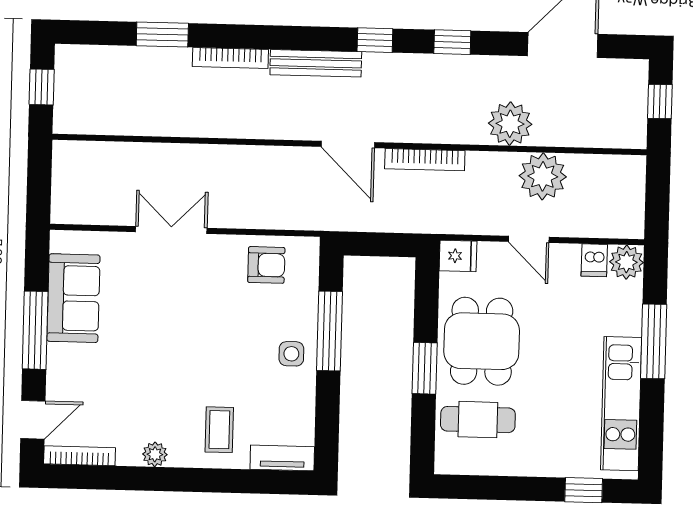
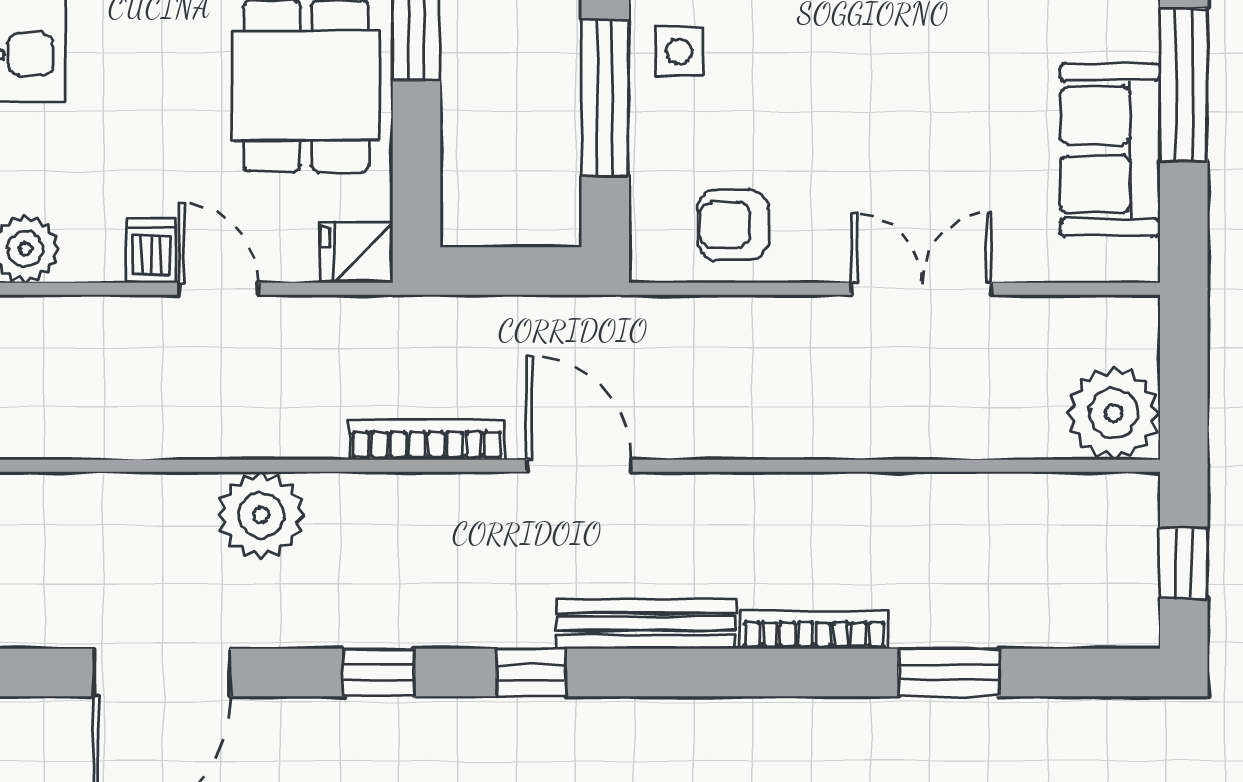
plant: (543, 176) -> (1113, 413), moved
double door: (171, 230) -> (921, 289), swing flipped
dishwasher: (594, 260) -> (151, 251), moved

